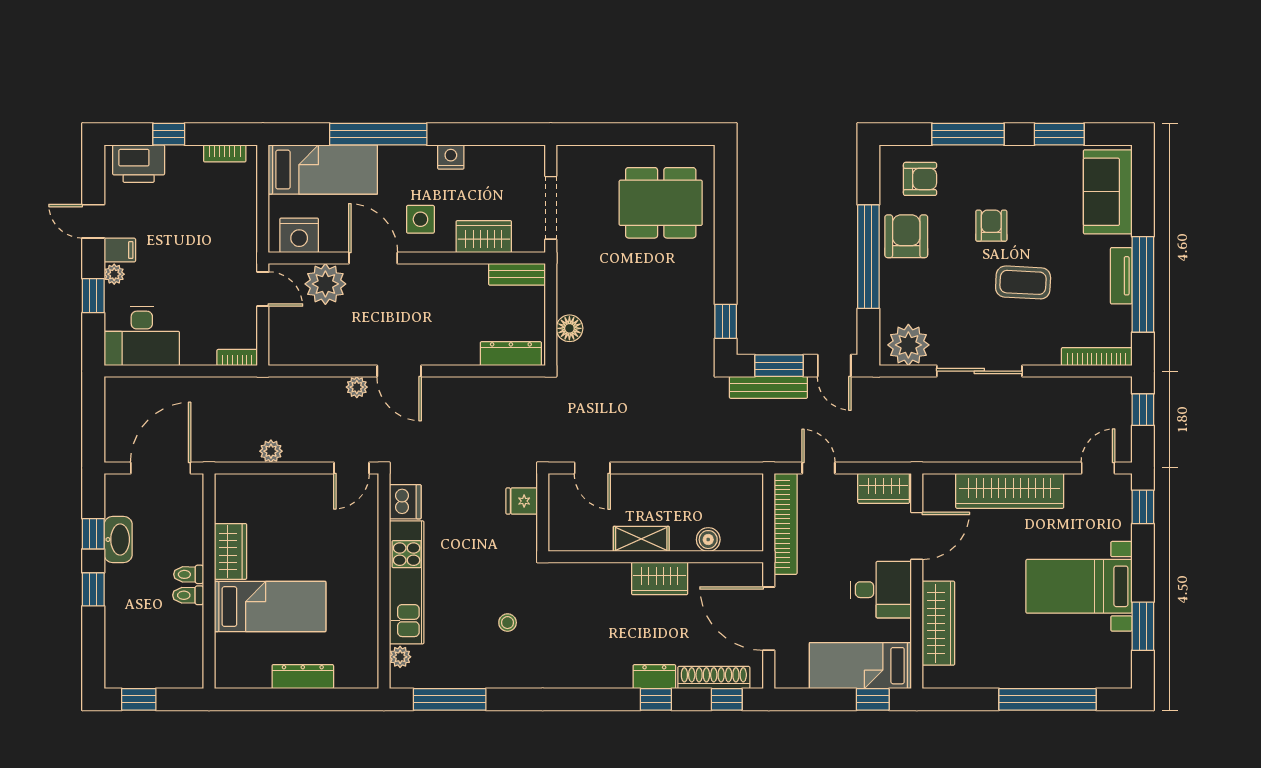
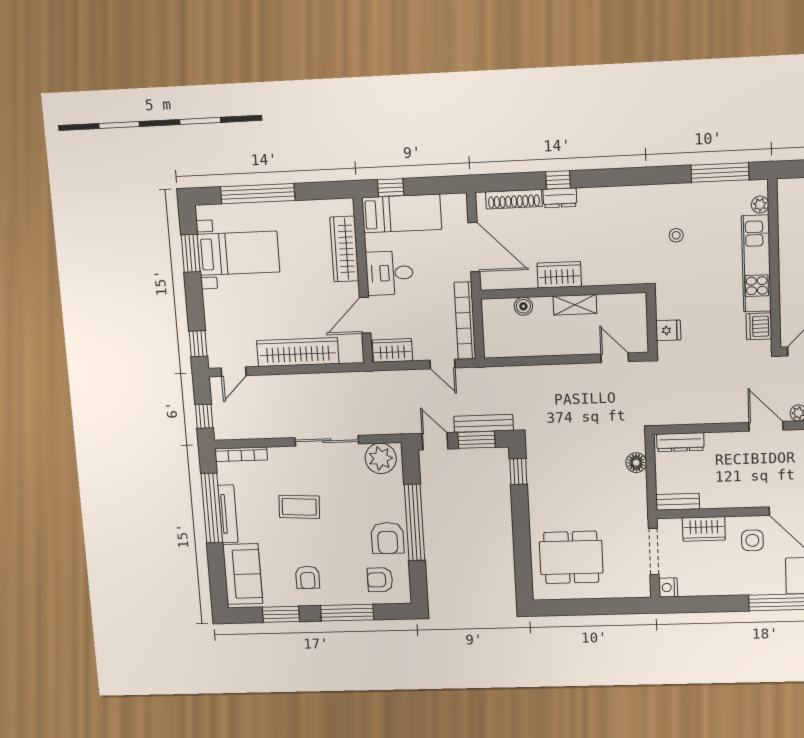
nightstand: (451, 157) -> (668, 587), moved, turned 90
armchair: (991, 226) -> (308, 577), moved
tv unit: (1121, 276) -> (228, 514), width x1.41
bed with nightstands: (1079, 586) -> (238, 253), moved
window: (727, 699) -> (503, 182), removed

